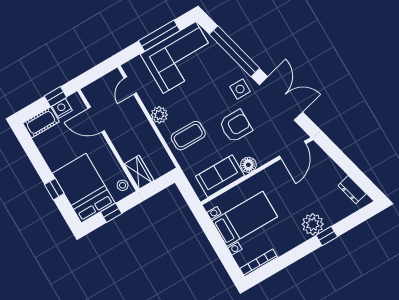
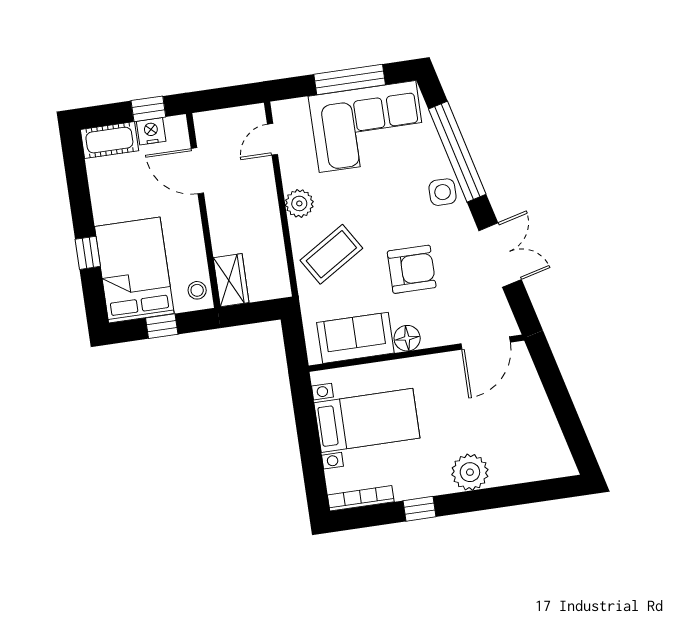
side table: (240, 89) -> (443, 192), moved
double door: (281, 98) -> (500, 255), width x0.73
coffee table: (188, 136) -> (331, 254), turned -32
dresser: (352, 190) -> (553, 443), removed
window: (327, 236) -> (420, 509), moved

